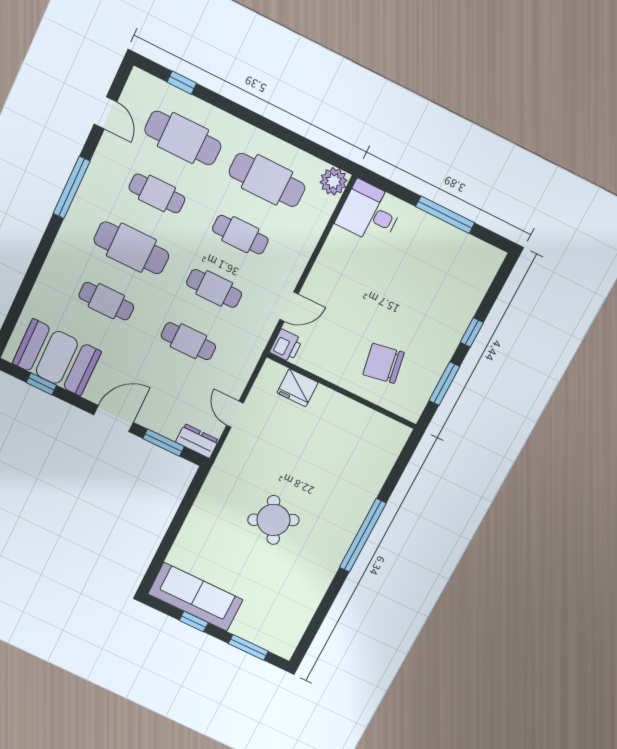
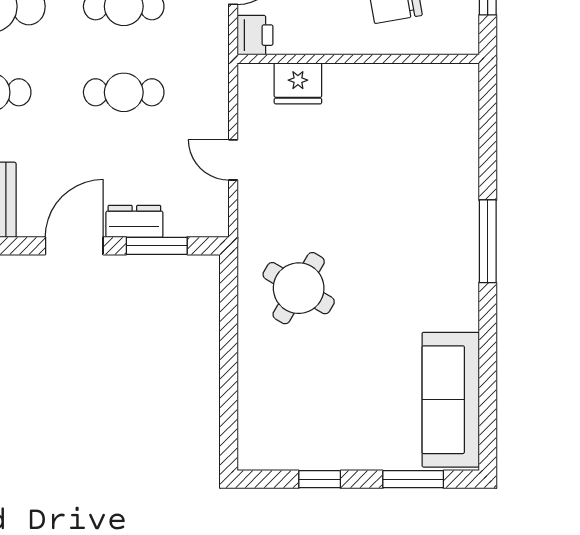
dresser: (197, 441) -> (134, 221), moved
round table: (273, 520) -> (299, 288), moved, turned -33
window: (363, 535) -> (488, 241), width x0.68
sofa: (195, 597) -> (451, 400), moved, turned -90

